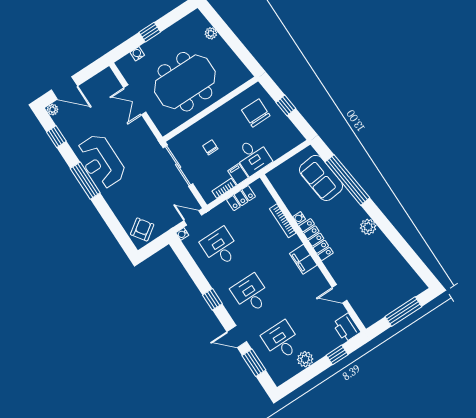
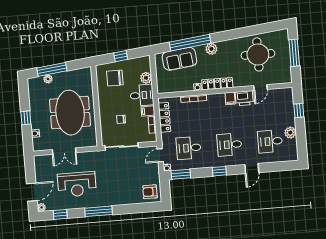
window: (225, 32) -> (52, 69), added
plant: (276, 150) -> (146, 78), added
reception desk: (101, 161) -> (77, 184), moved
locker: (241, 198) -> (164, 117), width x1.53
plant: (368, 227) -> (211, 49), moved
armchair: (142, 229) -> (150, 192), turned -55
filing cabinet: (303, 259) -> (230, 98), width x0.50
round table: (378, 269) -> (258, 54), added
printer: (347, 328) -> (244, 98), moved
window: (254, 363) -> (181, 174), moved

